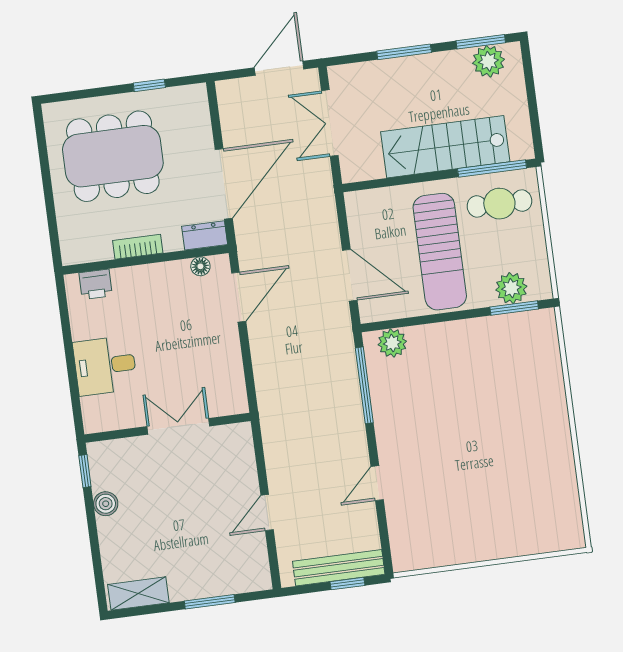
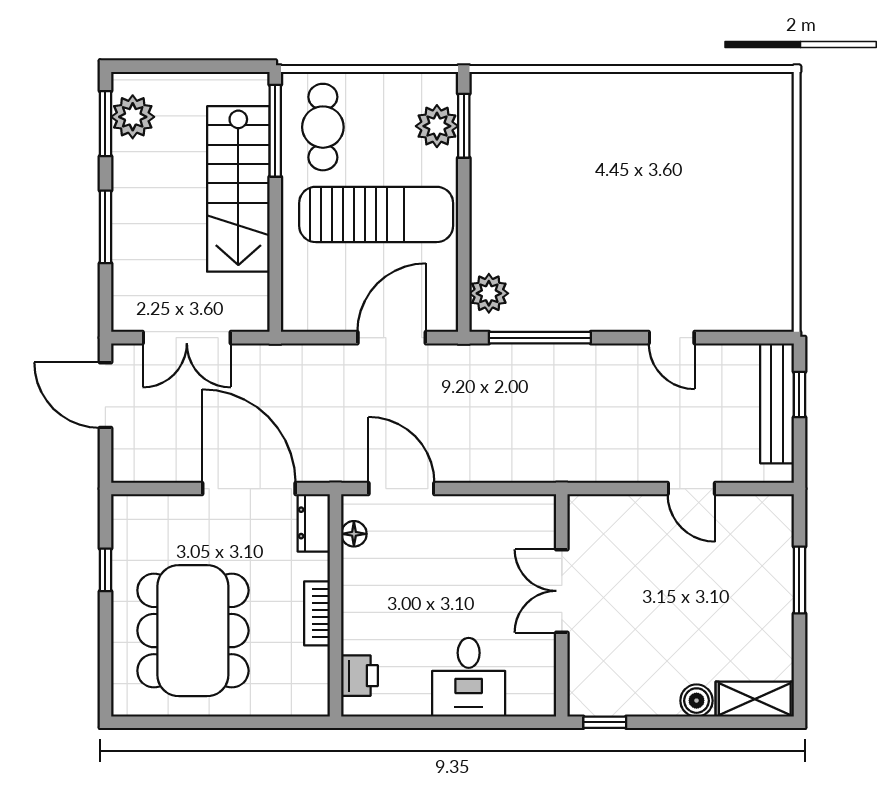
boiler: (106, 504) -> (696, 701), moved
shelving: (138, 594) -> (755, 699), moved, turned 90

